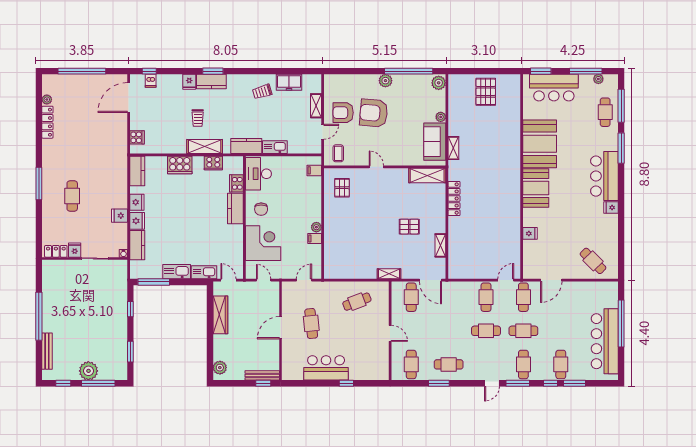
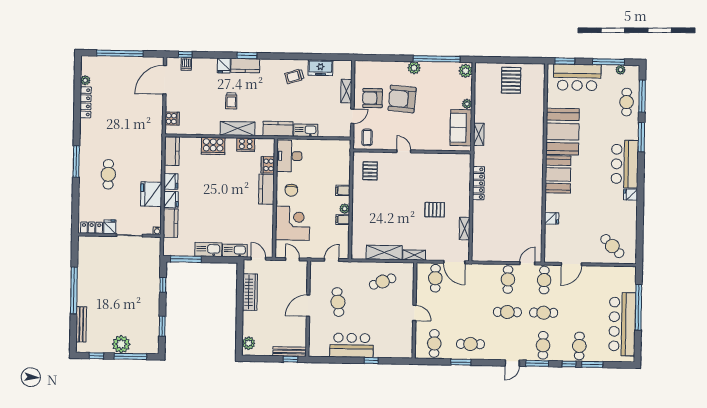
filing cabinet: (314, 170) -> (343, 190), moved
shelving: (427, 175) -> (384, 252), moved
fridge: (119, 216) -> (151, 194), width x1.88, depth x1.34

